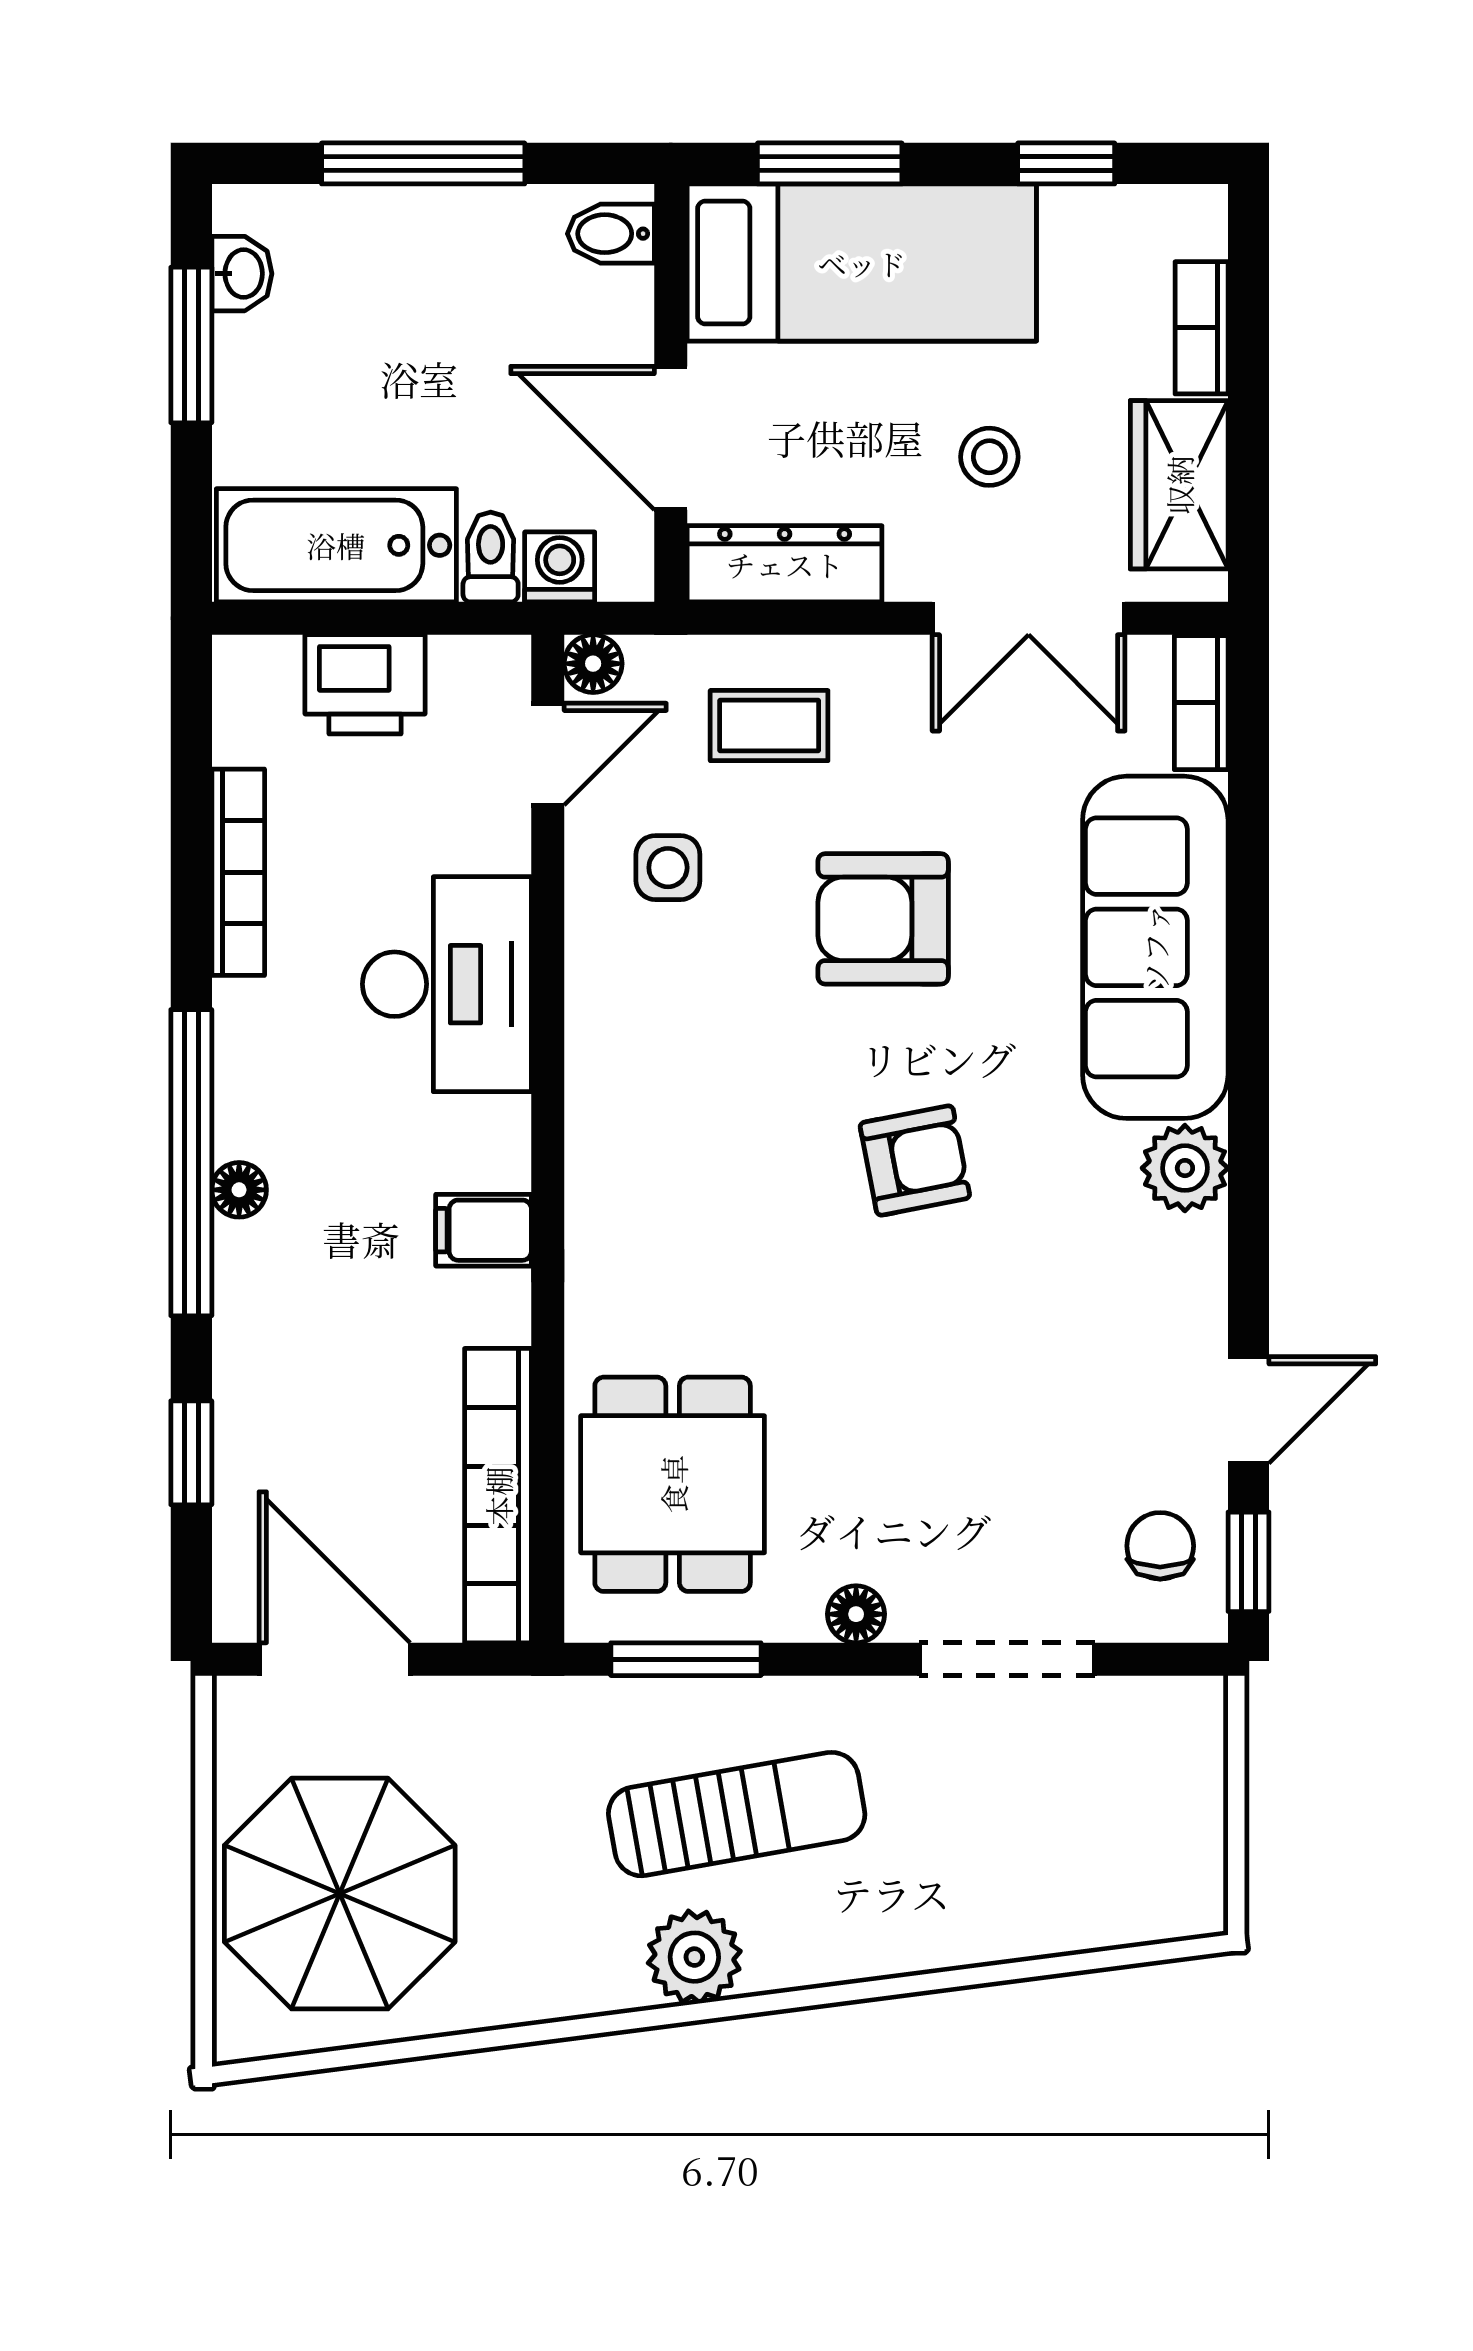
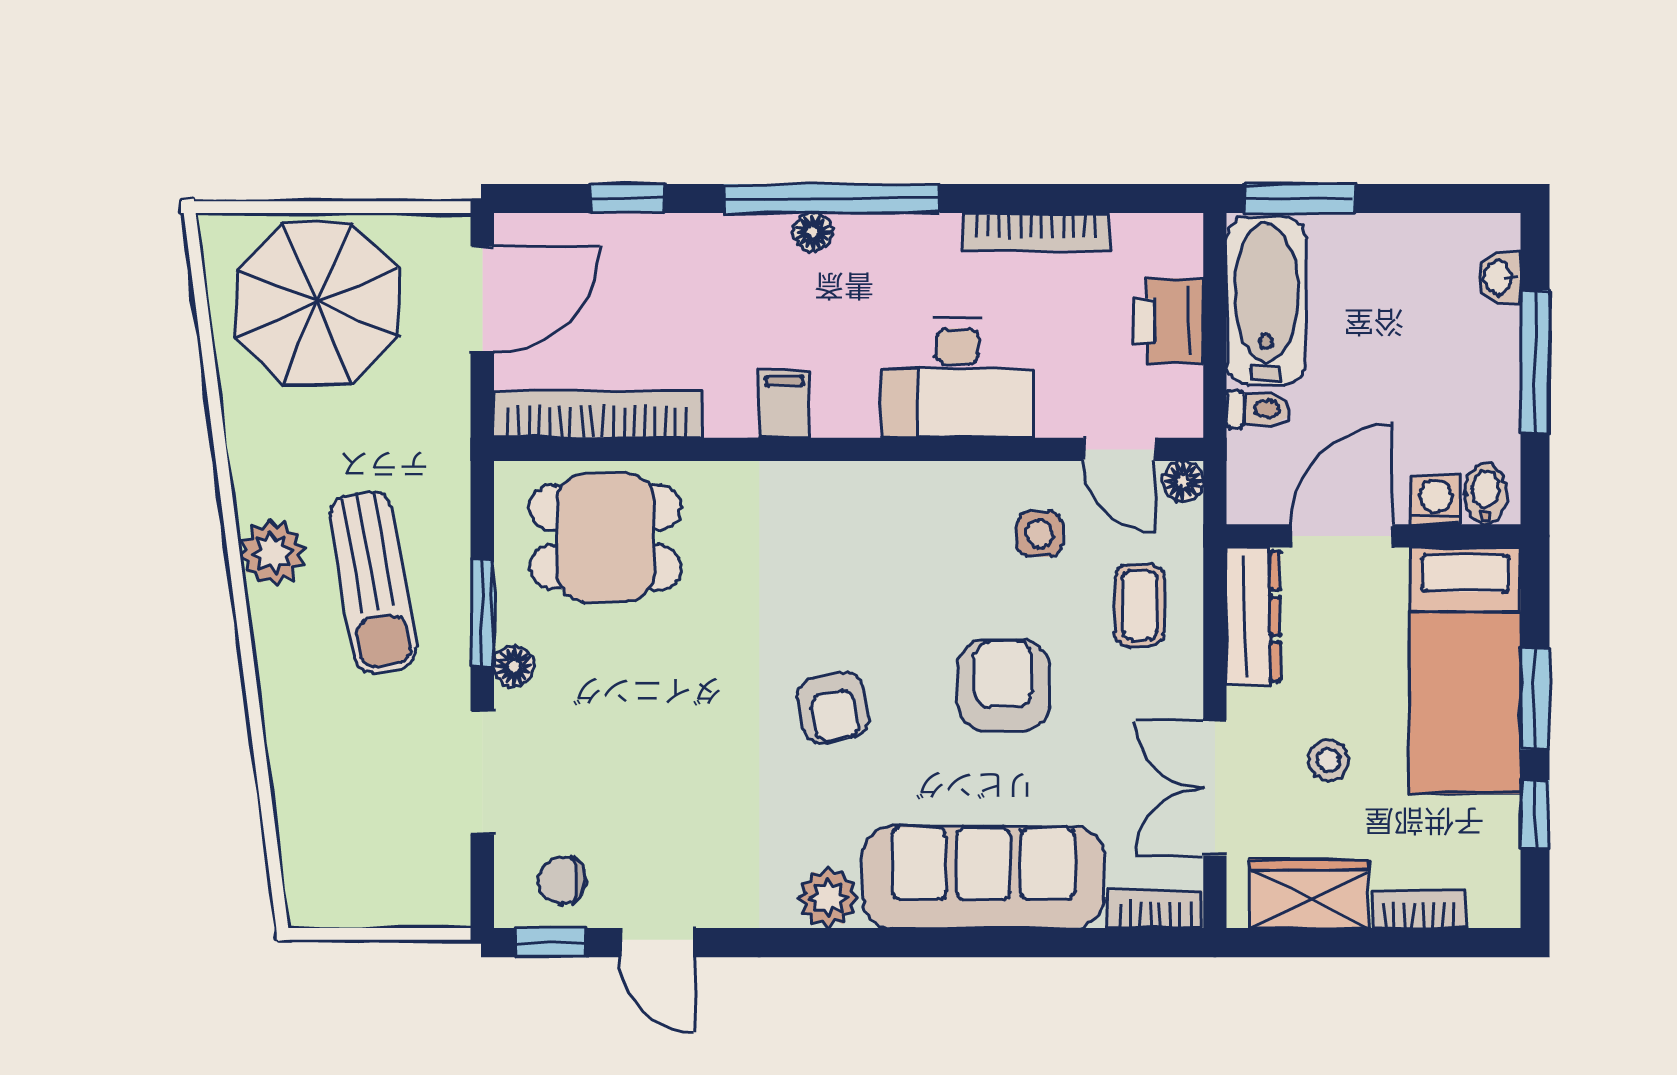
window: (830, 163) -> (1535, 699), moved
washbasin: (242, 274) -> (1499, 278), moved, turned 90
window: (191, 345) -> (1300, 198), moved
washing machine: (560, 567) -> (1436, 500), moved, turned -90
chair: (1160, 1546) -> (562, 880), turned 180
window: (686, 1659) -> (482, 613), moved

